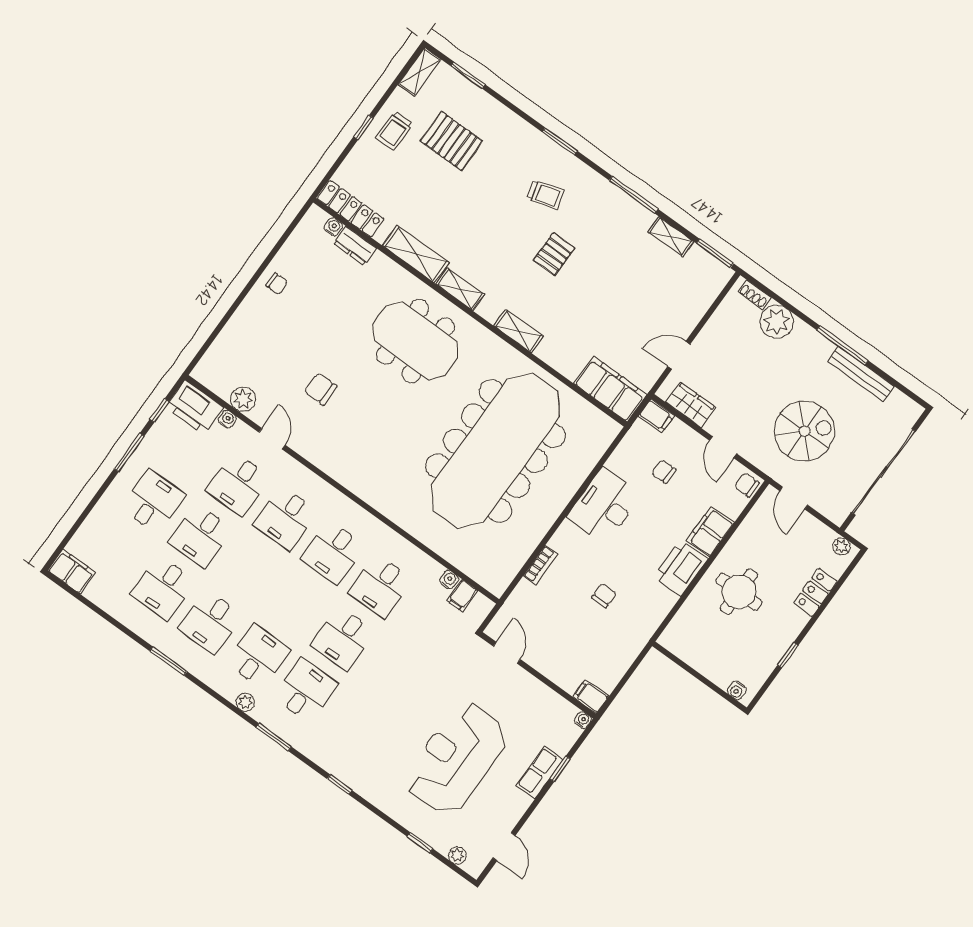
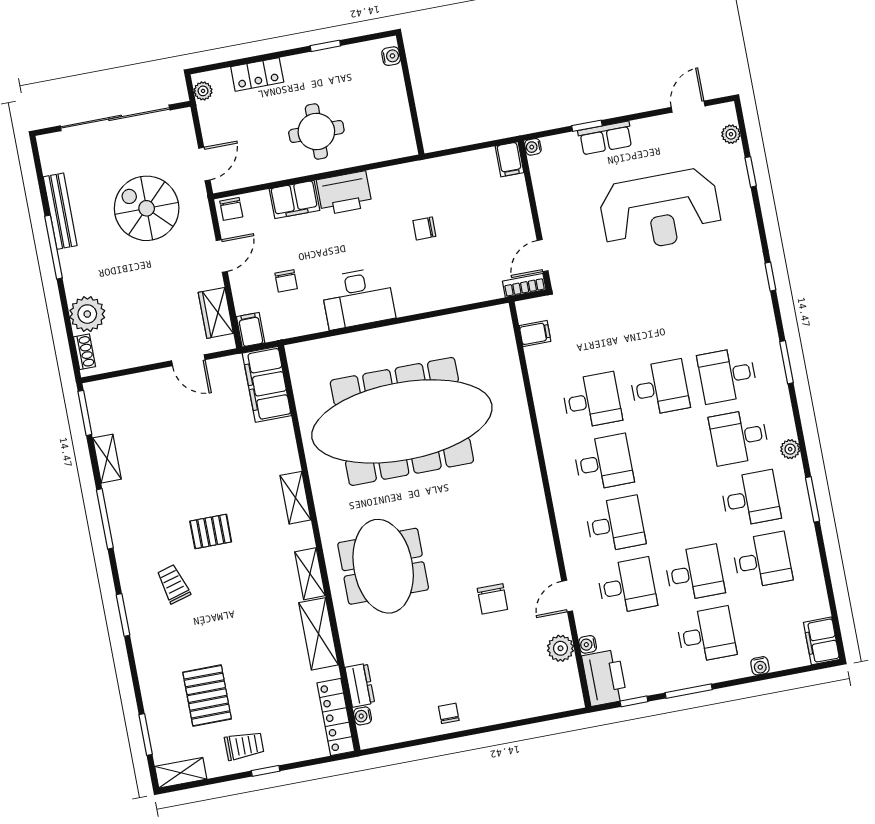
desk: (153, 502) -> (706, 635), turned 180
bookcase: (540, 565) -> (524, 285), moved
water cooler: (449, 580) -> (760, 666), moved, turned -90
plant: (245, 702) -> (790, 449), moved

